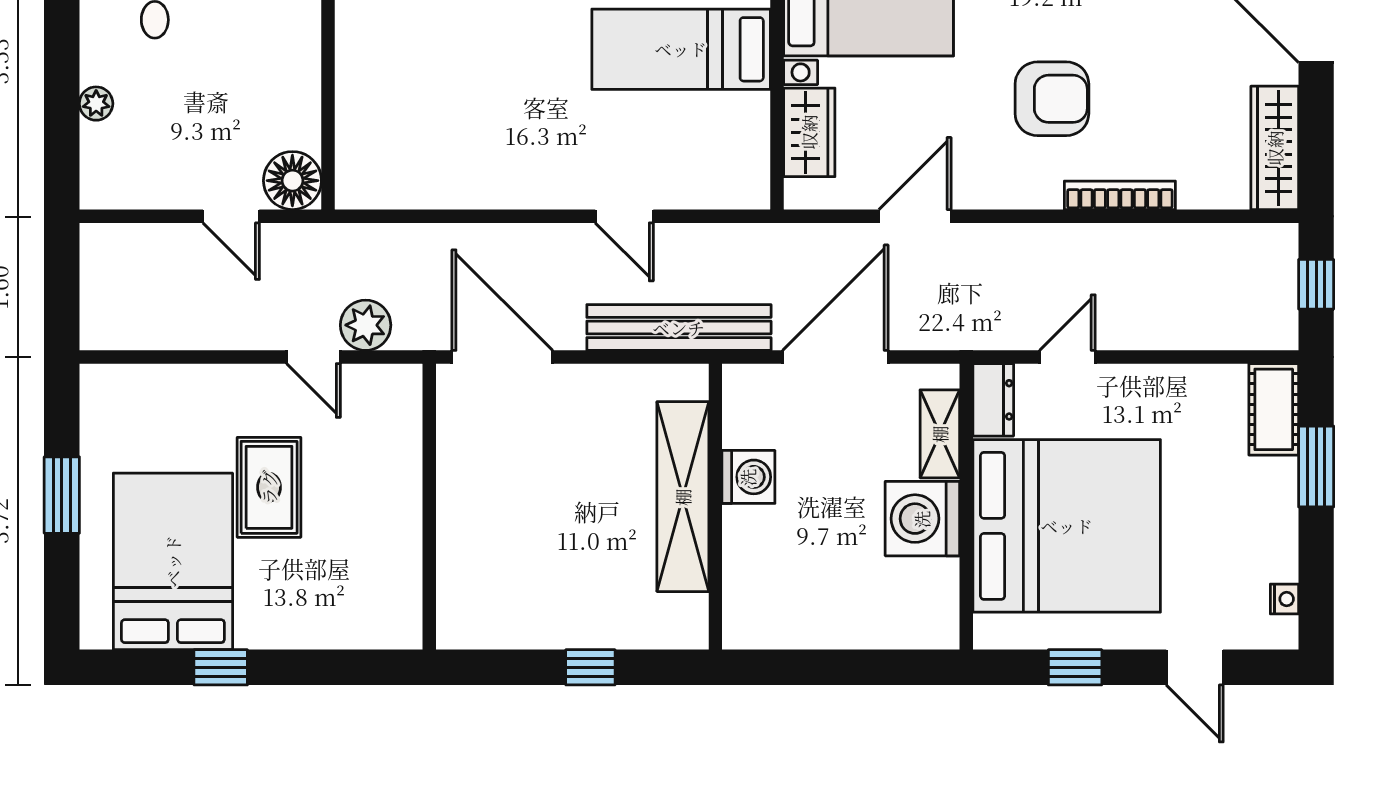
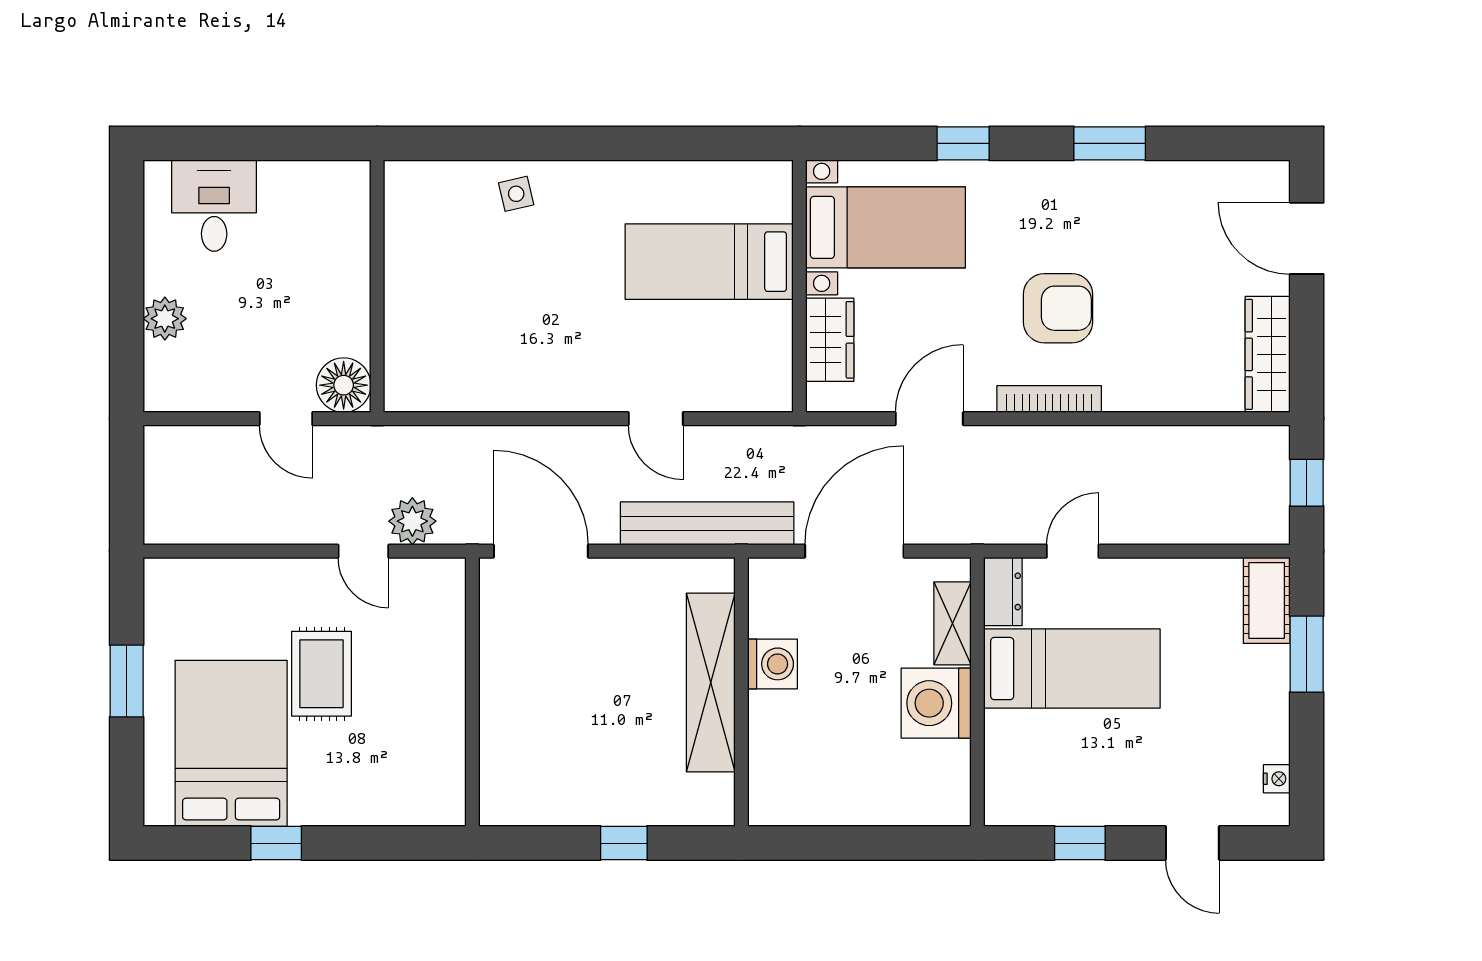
plant: (96, 104) -> (165, 319), width x1.38, depth x1.38
bookcase: (1120, 195) -> (1049, 399), moved
bed: (1067, 526) -> (1072, 669), width x0.49

